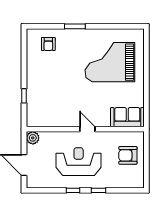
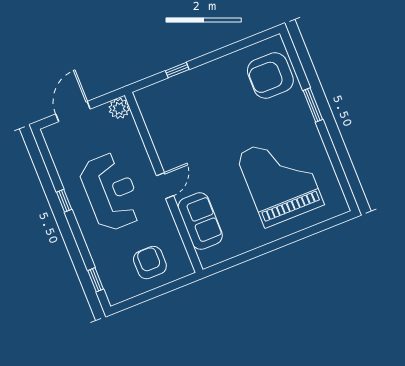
armchair: (48, 44) -> (270, 75), width x1.88, depth x1.88
sofa: (127, 117) -> (200, 221), moved
window: (99, 190) -> (96, 280), moved

